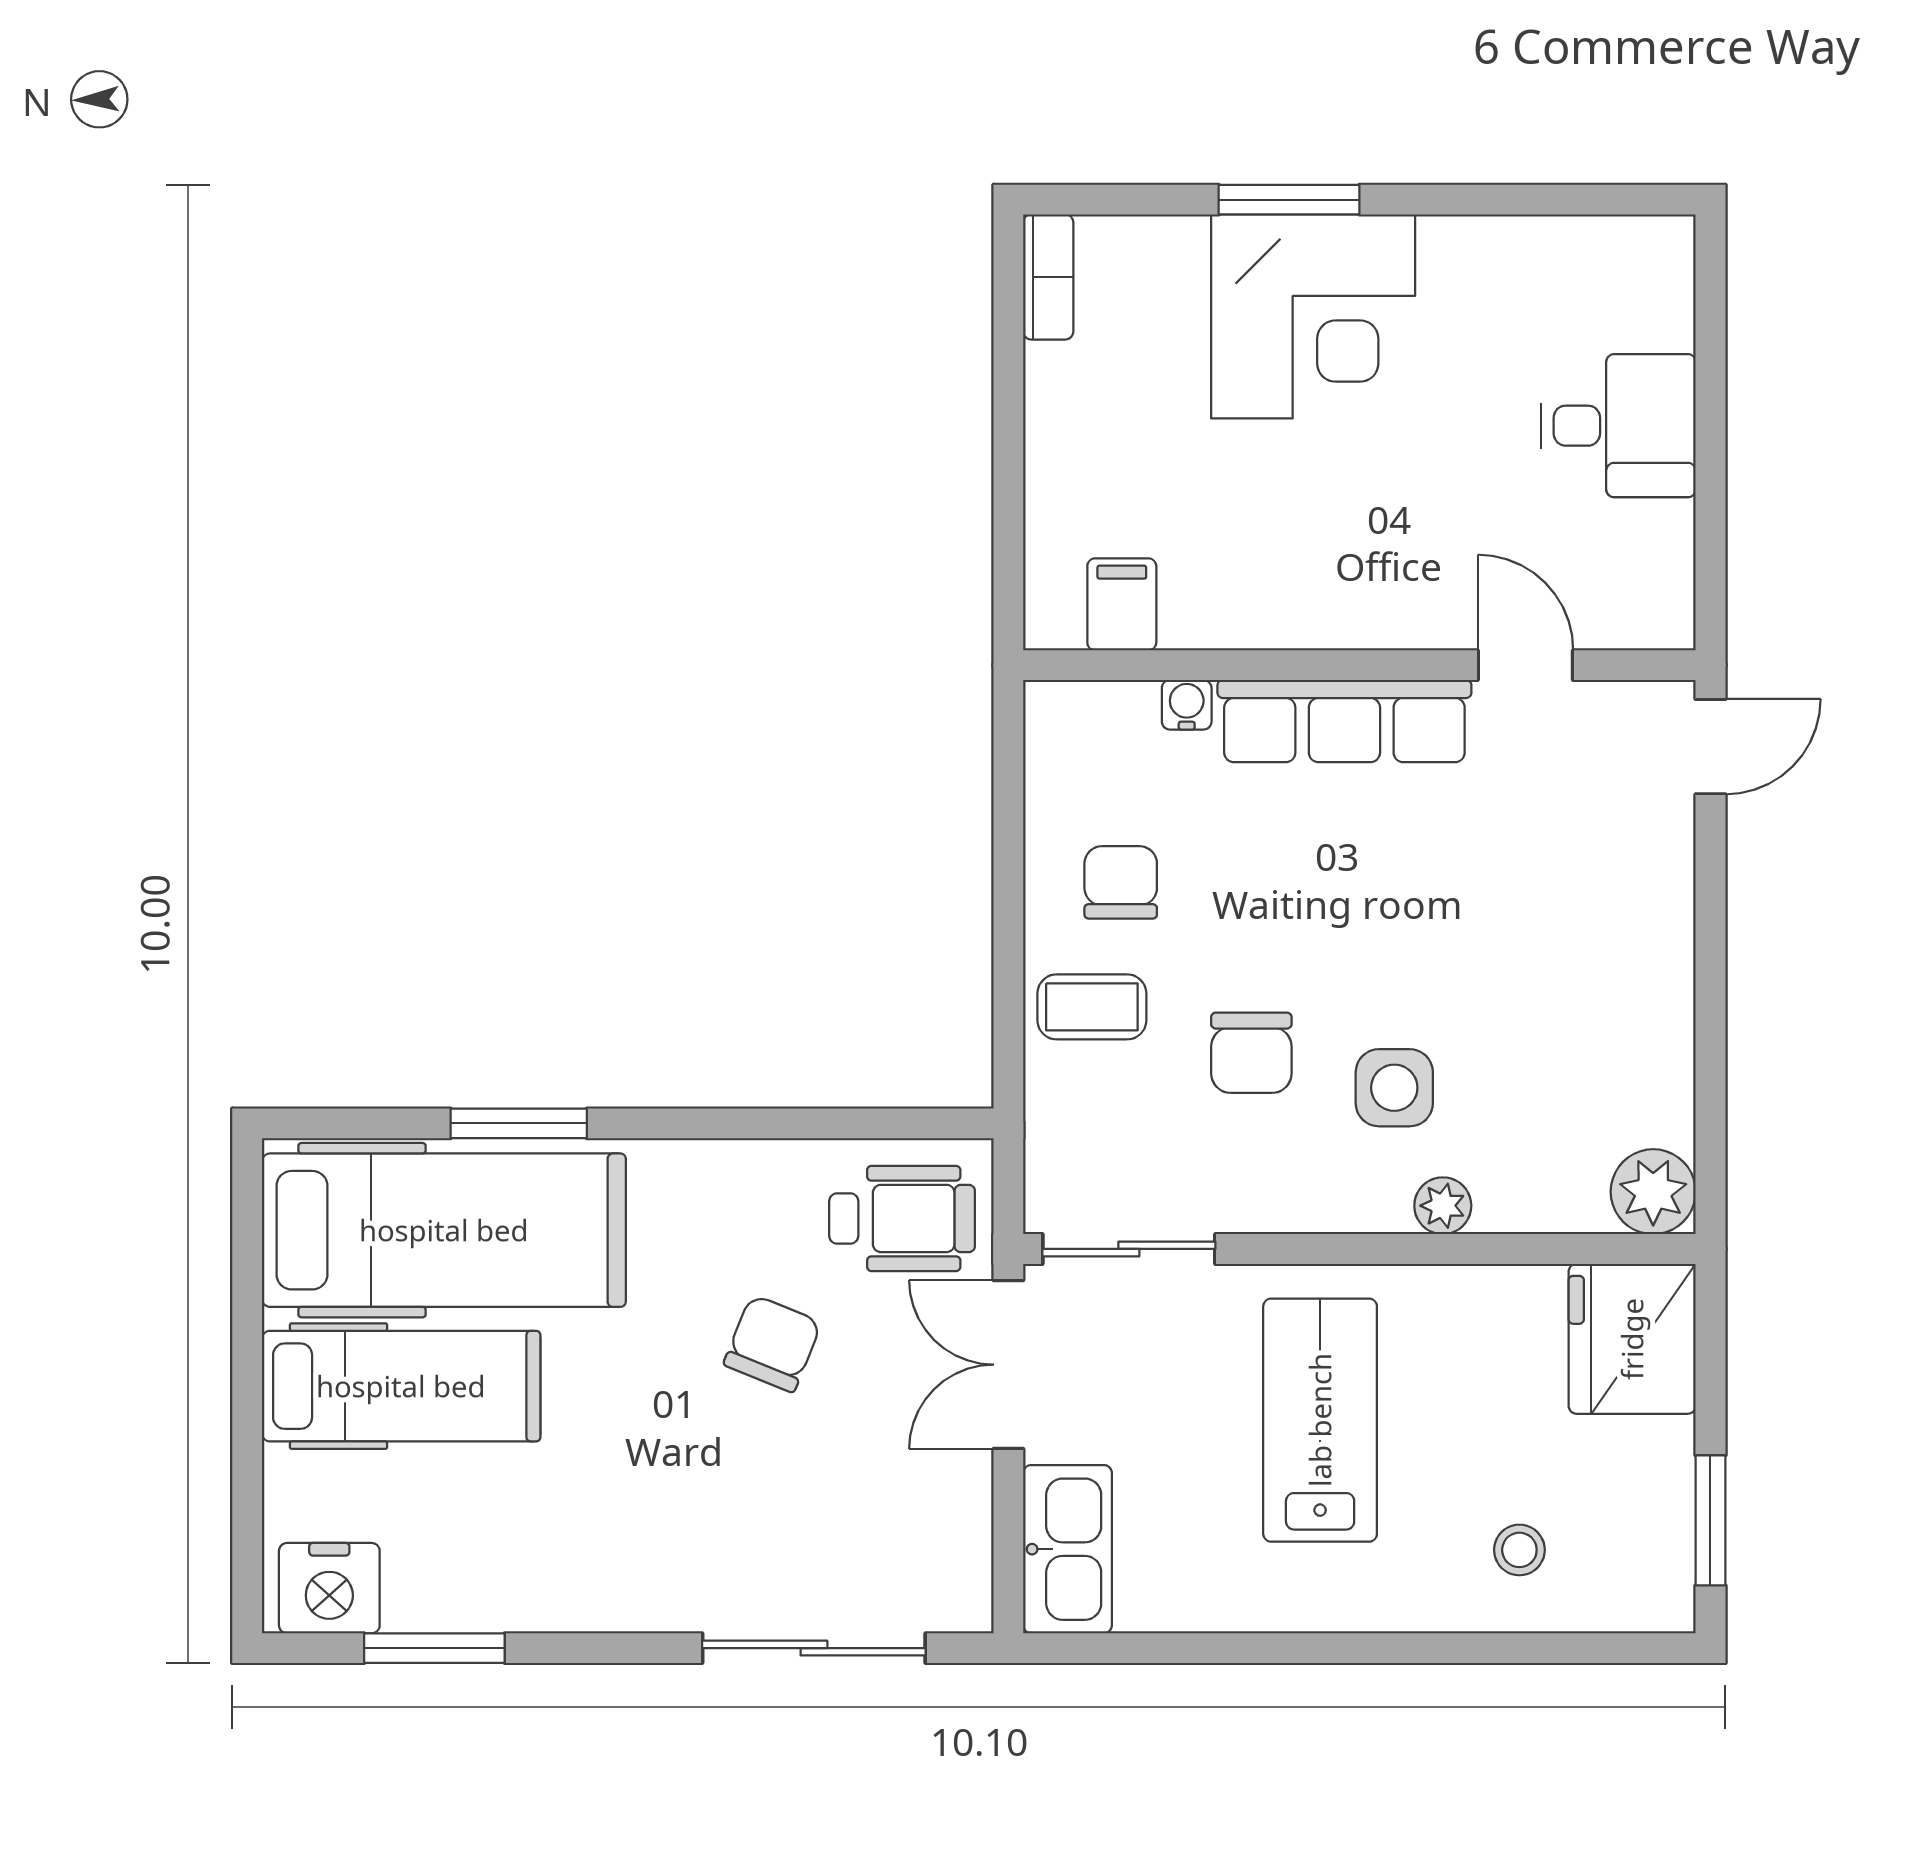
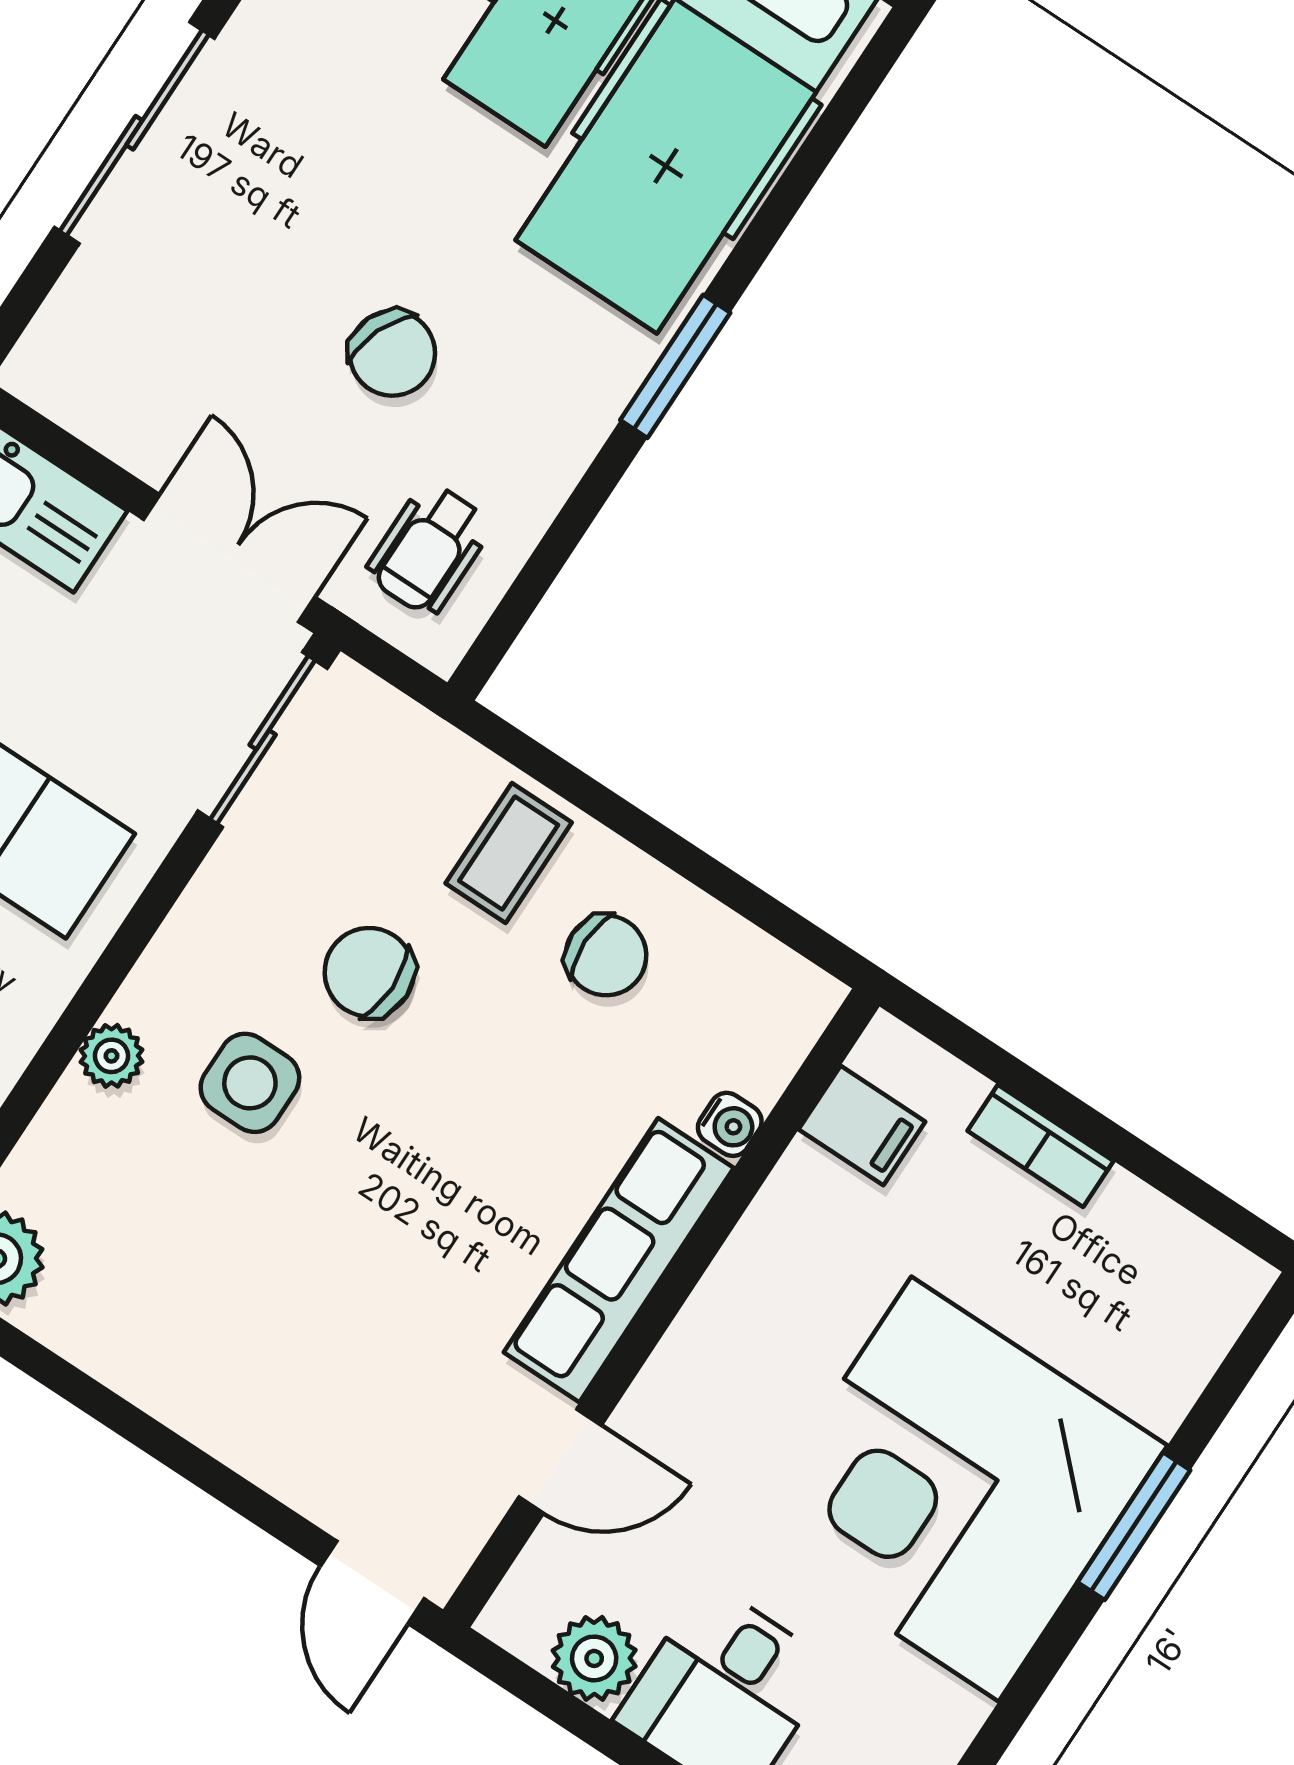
bookcase: (1048, 277) -> (1040, 1146), moved
corner desk: (1313, 316) -> (955, 1489), width x1.36, depth x1.36
plant: (1657, 541) -> (594, 1658), added
window: (519, 1123) -> (675, 366), moved
wheelchair: (902, 1218) -> (429, 549), width x0.73, depth x0.73
sliding door: (814, 1648) -> (134, 133), moved

